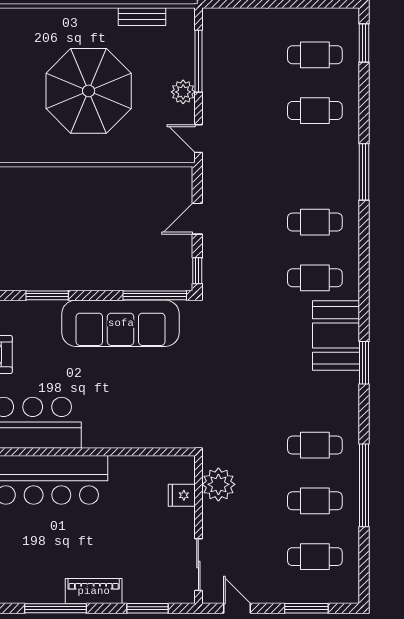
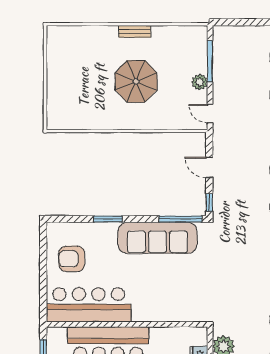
bench: (142, 17) -> (135, 31), moved
parasol: (89, 91) -> (136, 81), width x0.73, depth x0.73
door: (197, 219) -> (209, 167), hinge flipped

